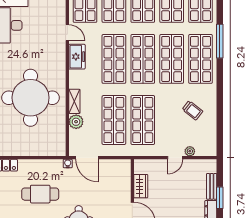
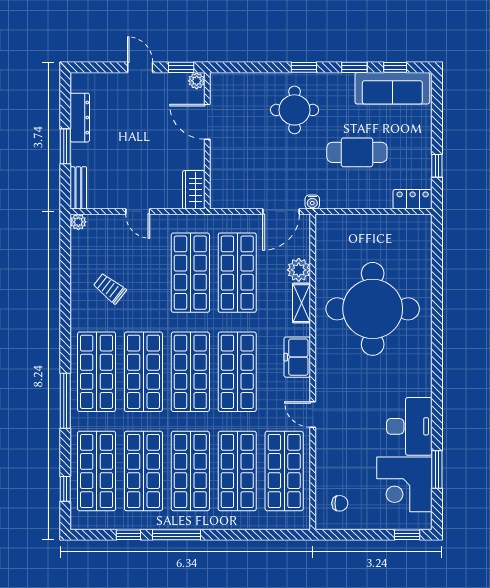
freezer: (77, 57) -> (297, 357), moved
plant: (190, 151) -> (78, 222), moved
door: (87, 158) -> (281, 211), swing flipped
door: (175, 158) -> (138, 211), swing flipped
wardrobe: (141, 186) -> (194, 190), moved
bench: (212, 186) -> (78, 188), moved

